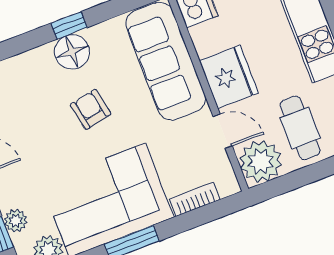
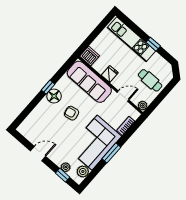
fridge: (229, 77) -> (110, 74), width x0.53, depth x0.75
plant: (261, 161) -> (143, 105), width x0.53, depth x0.53

